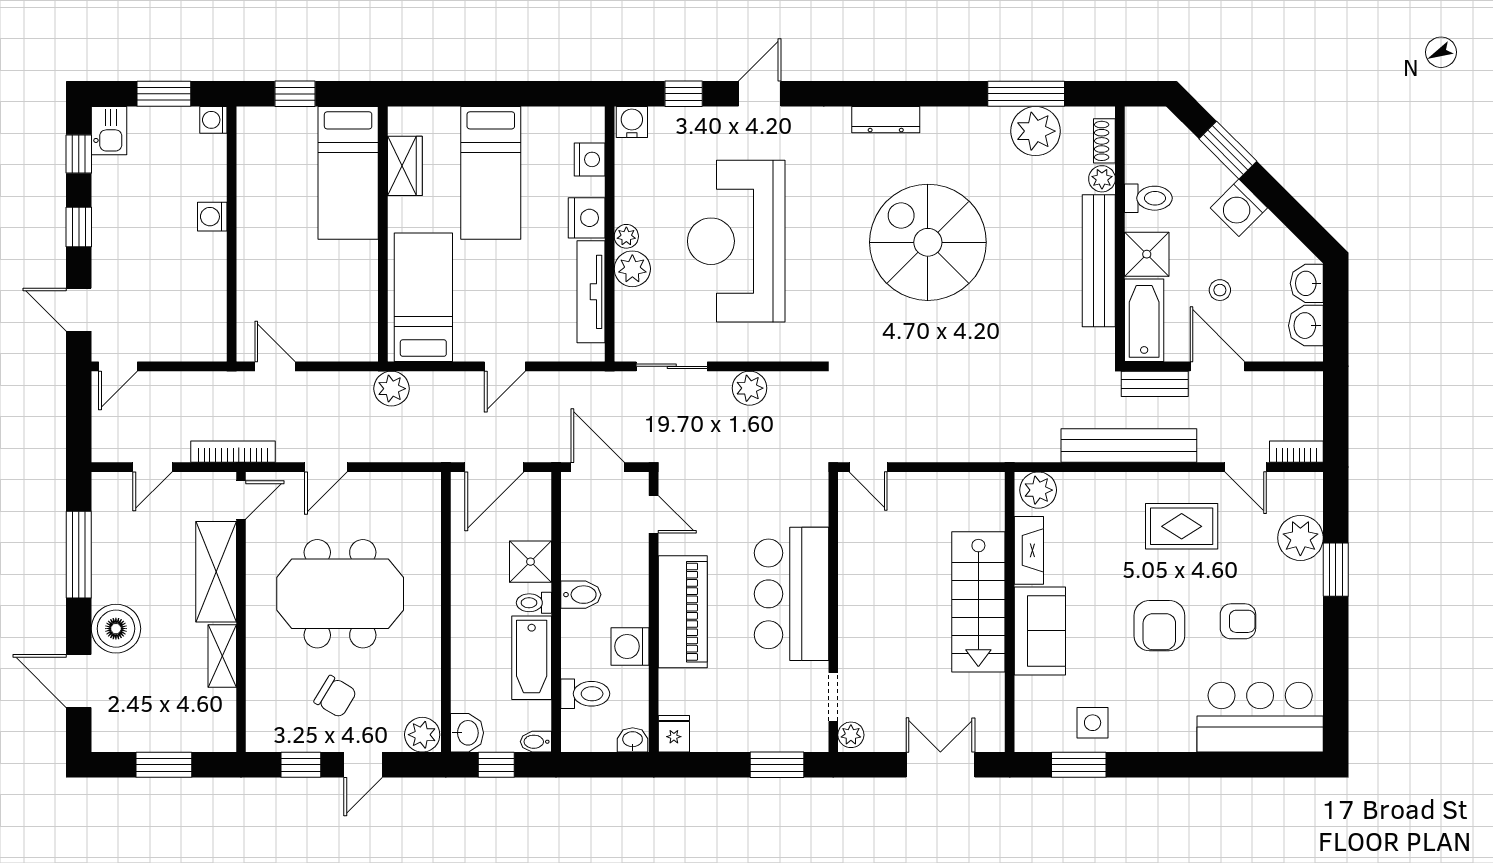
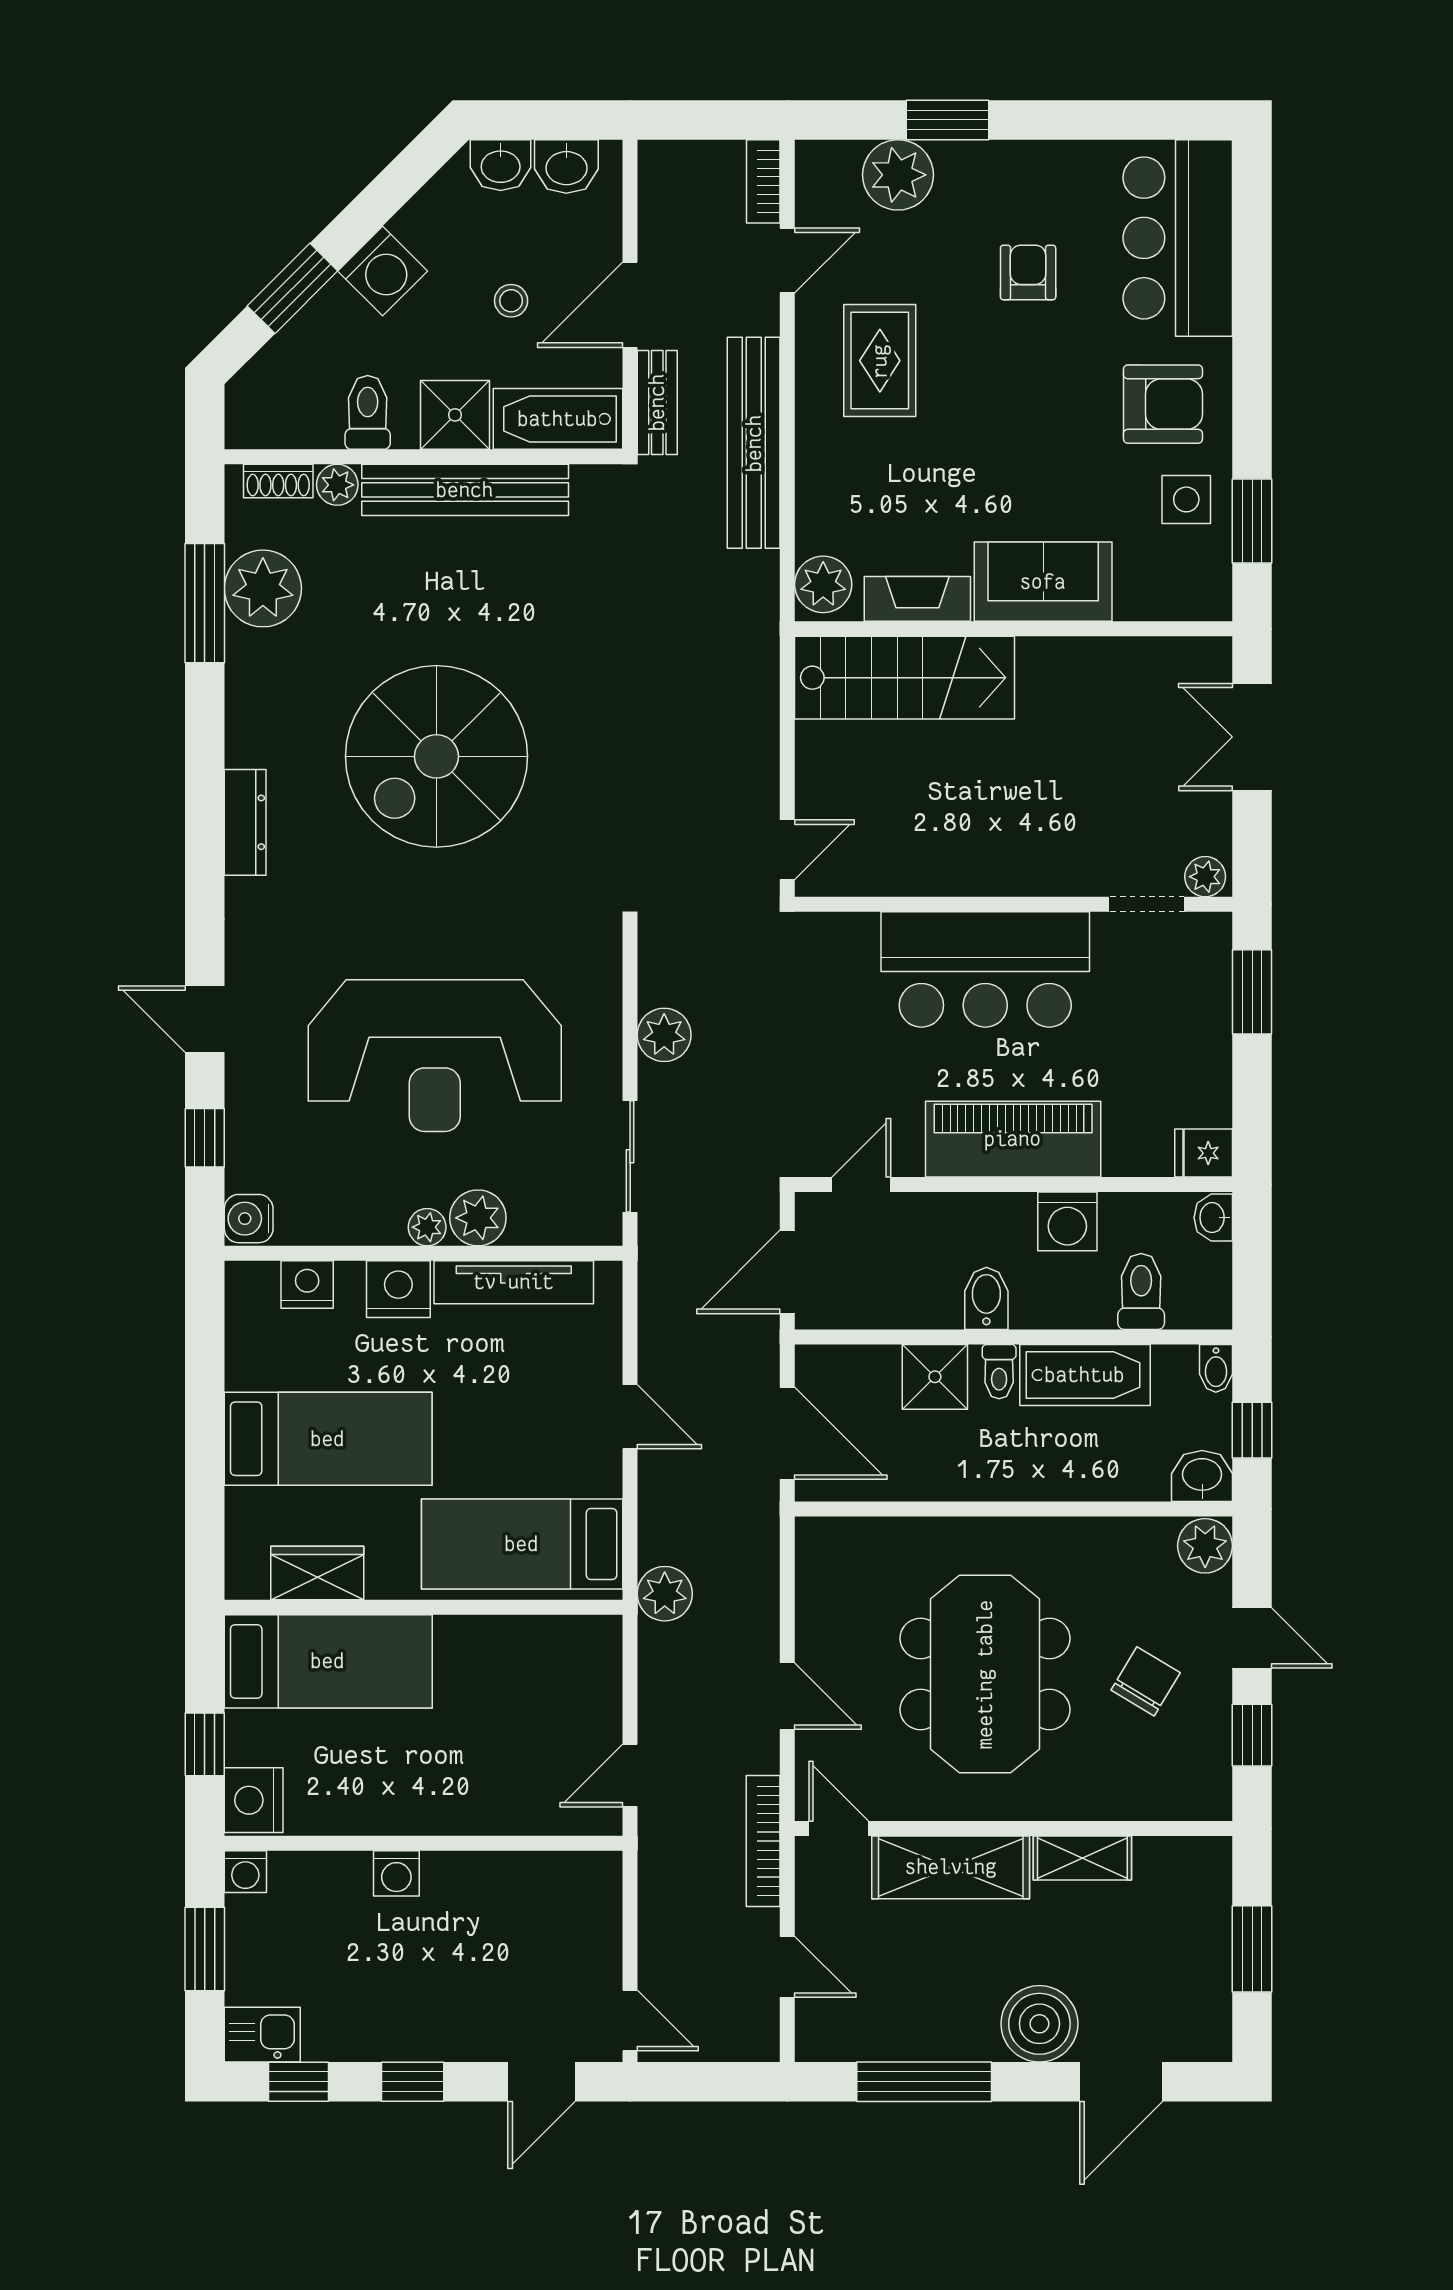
nightstand: (259, 125) -> (254, 1800), added
stairs: (978, 602) -> (905, 678), moved
armchair: (1159, 626) -> (1163, 404), moved

